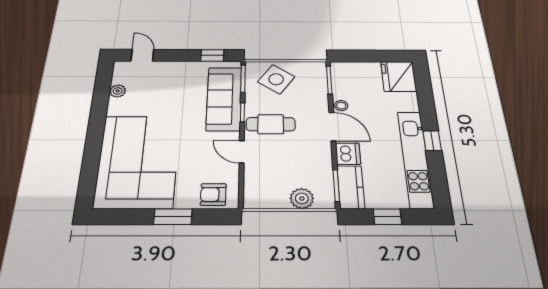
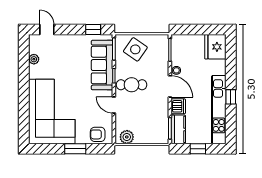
plant: (302, 198) -> (127, 137), moved

